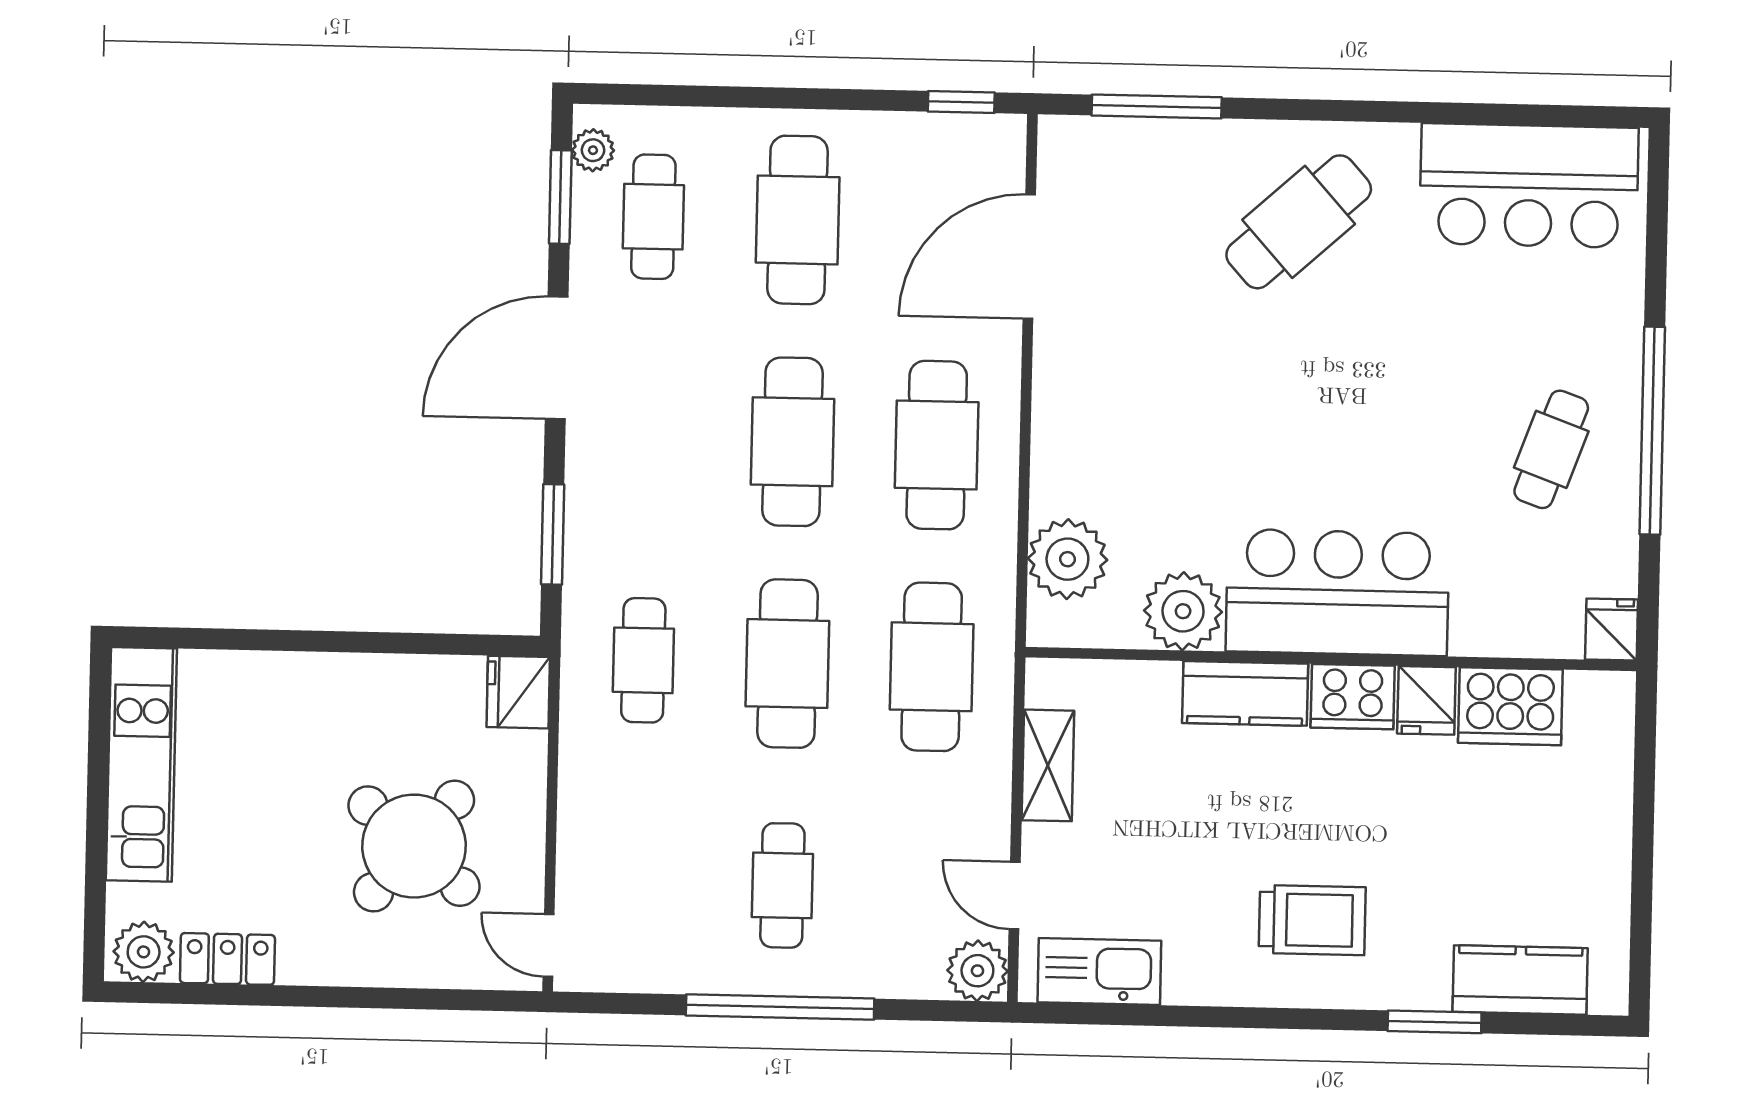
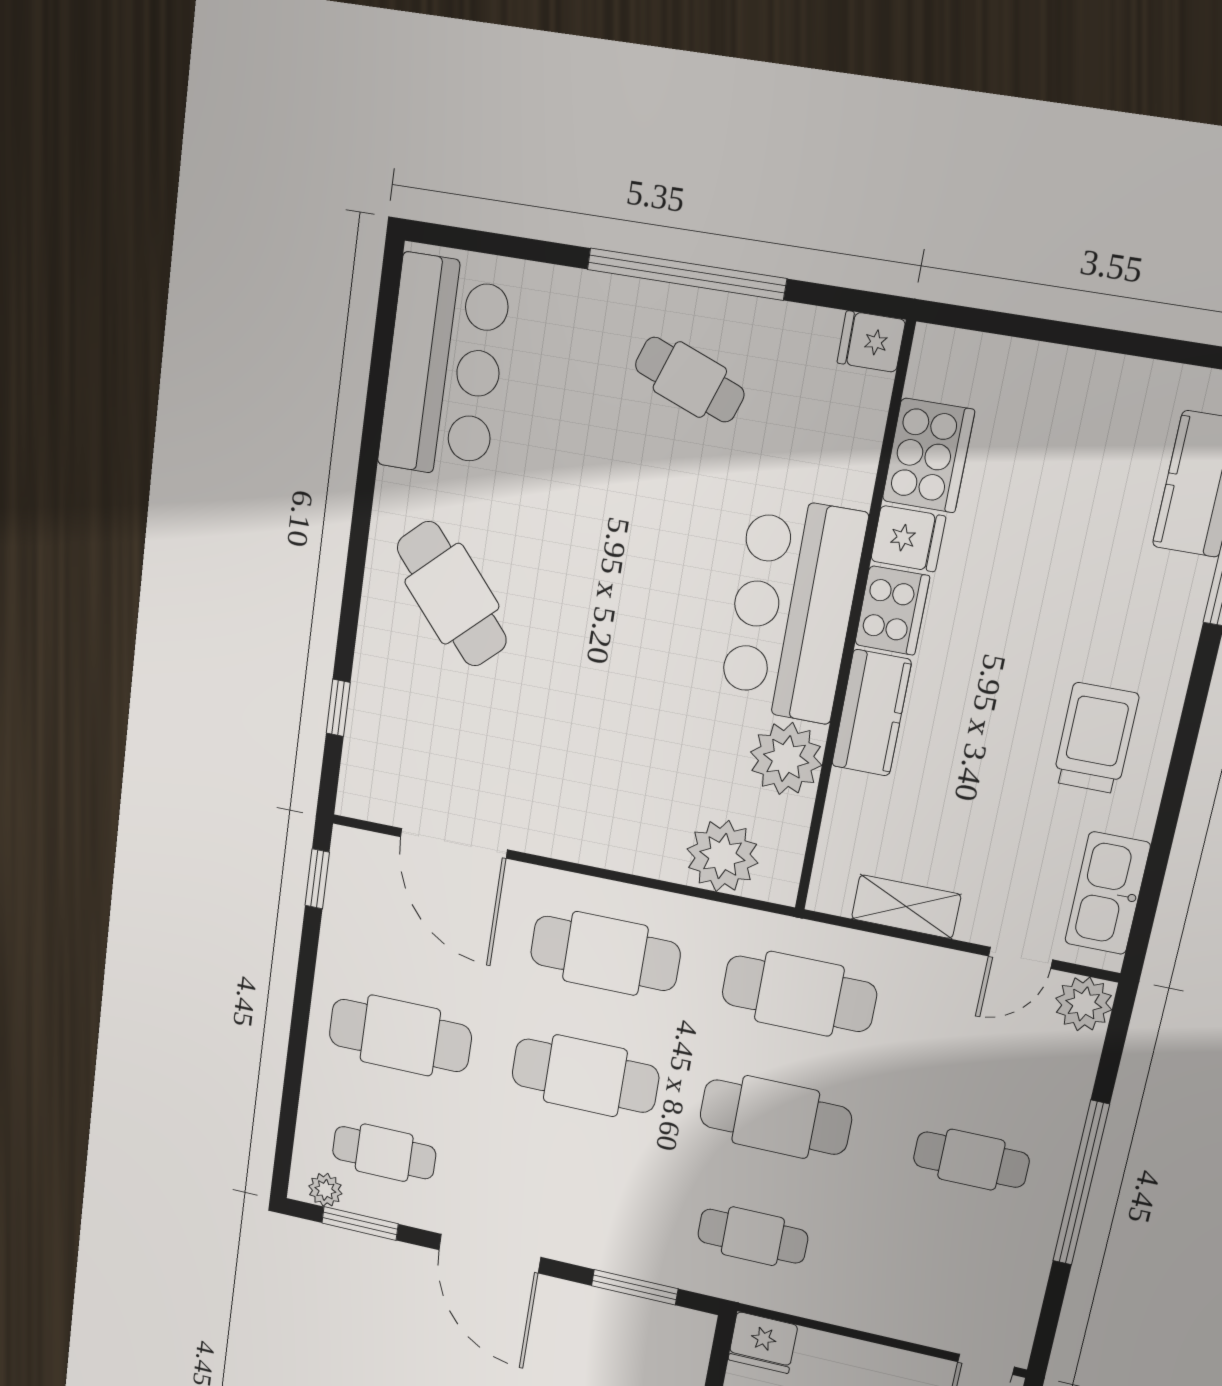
window: (1157, 106) -> (338, 708), width x0.46
trolley: (1312, 920) -> (1096, 738), moved

